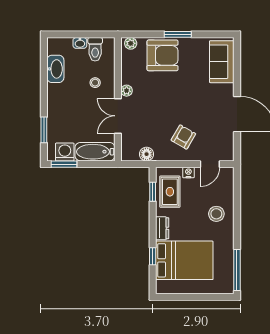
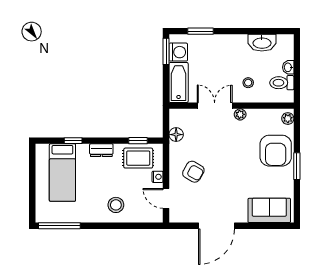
bed: (184, 260) -> (62, 173), width x0.67

